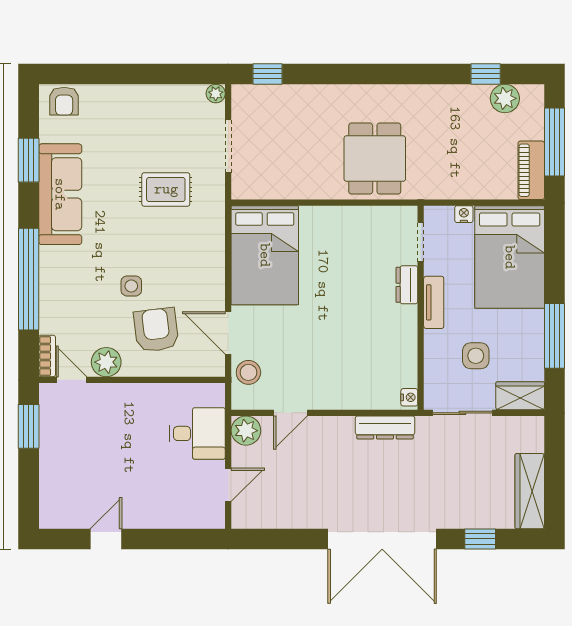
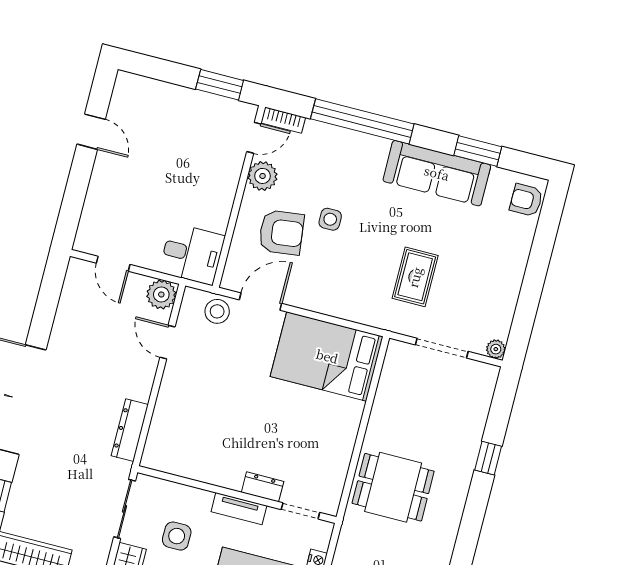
window: (268, 74) -> (488, 458), moved
nightstand: (409, 397) -> (153, 461), removed
desk: (197, 433) -> (192, 254), moved, turned -90

